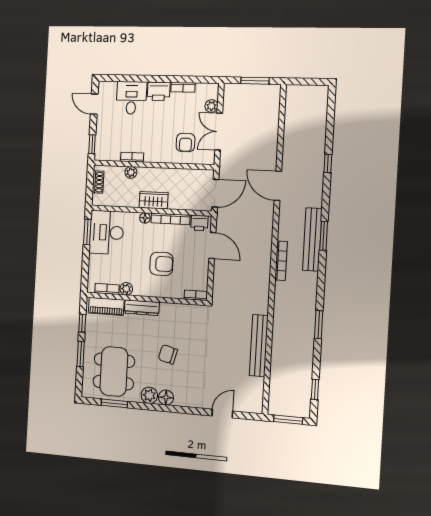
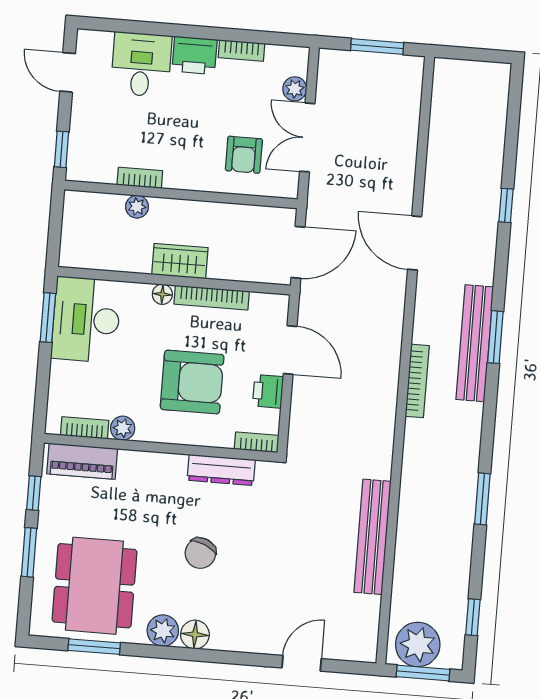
shoe rack: (98, 182) -> (72, 223), removed
printer: (199, 223) -> (268, 391), moved, turned 90
armchair: (161, 264) -> (192, 382), width x1.36, depth x1.36
dresser: (142, 308) -> (221, 470), moved
chair: (168, 354) -> (200, 553), turned -82
plant: (285, 404) -> (418, 645), added

